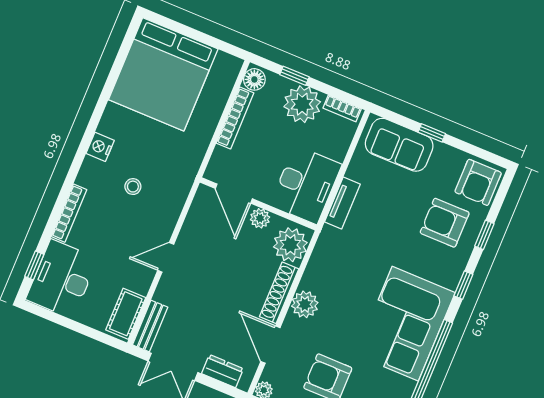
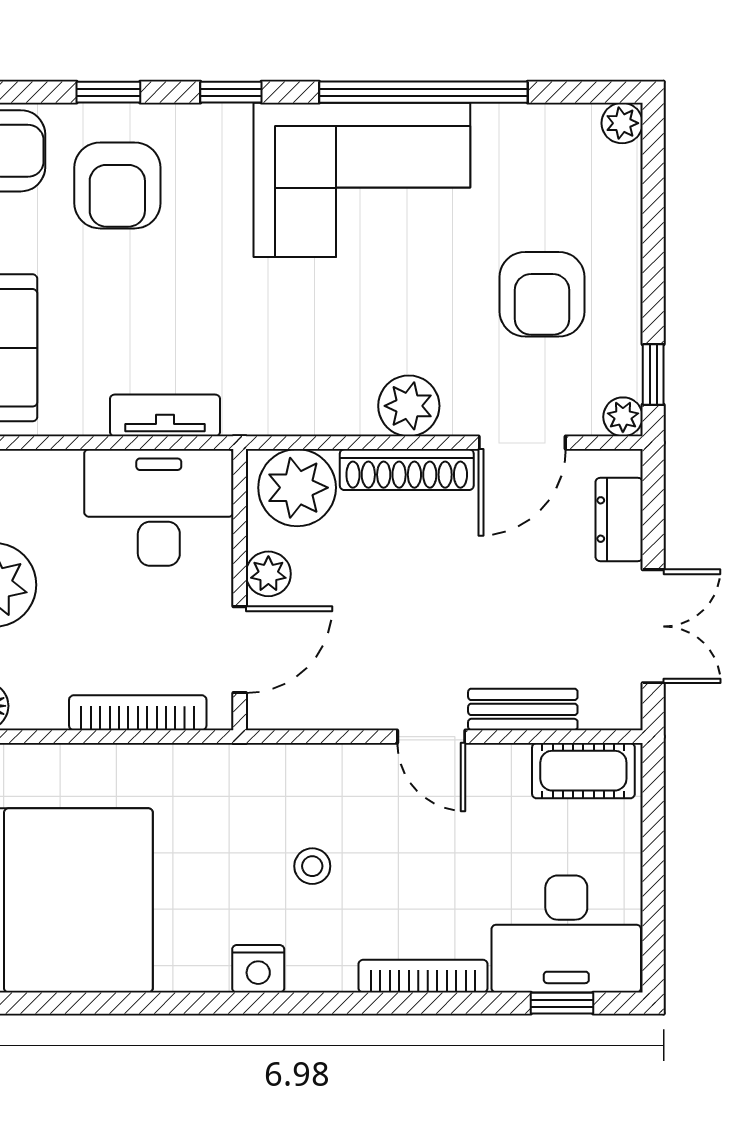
bookcase: (235, 118) -> (138, 713), moved
bench: (150, 326) -> (523, 709), moved

